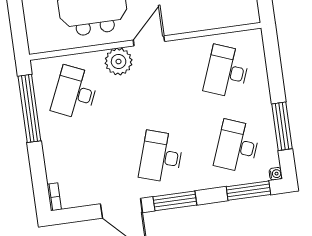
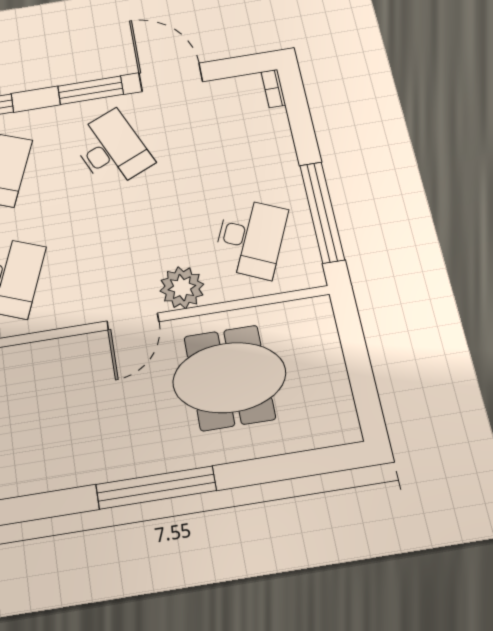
desk: (161, 157) -> (112, 149), turned -42

